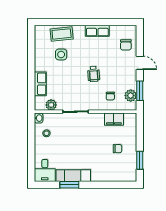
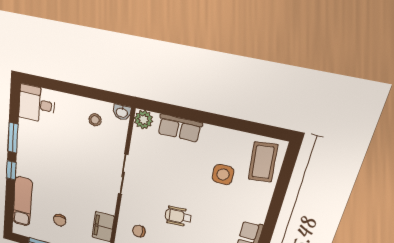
coffee table: (62, 34) -> (263, 162), moved
plant: (51, 105) -> (144, 120), moved
exam couch: (73, 176) -> (22, 202), moved
window: (91, 185) -> (11, 170), added

